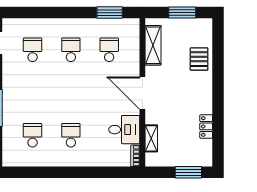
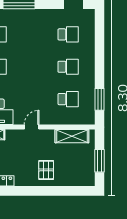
pallet: (199, 59) -> (46, 170), moved, turned 90
door: (142, 93) -> (32, 127), width x0.53

